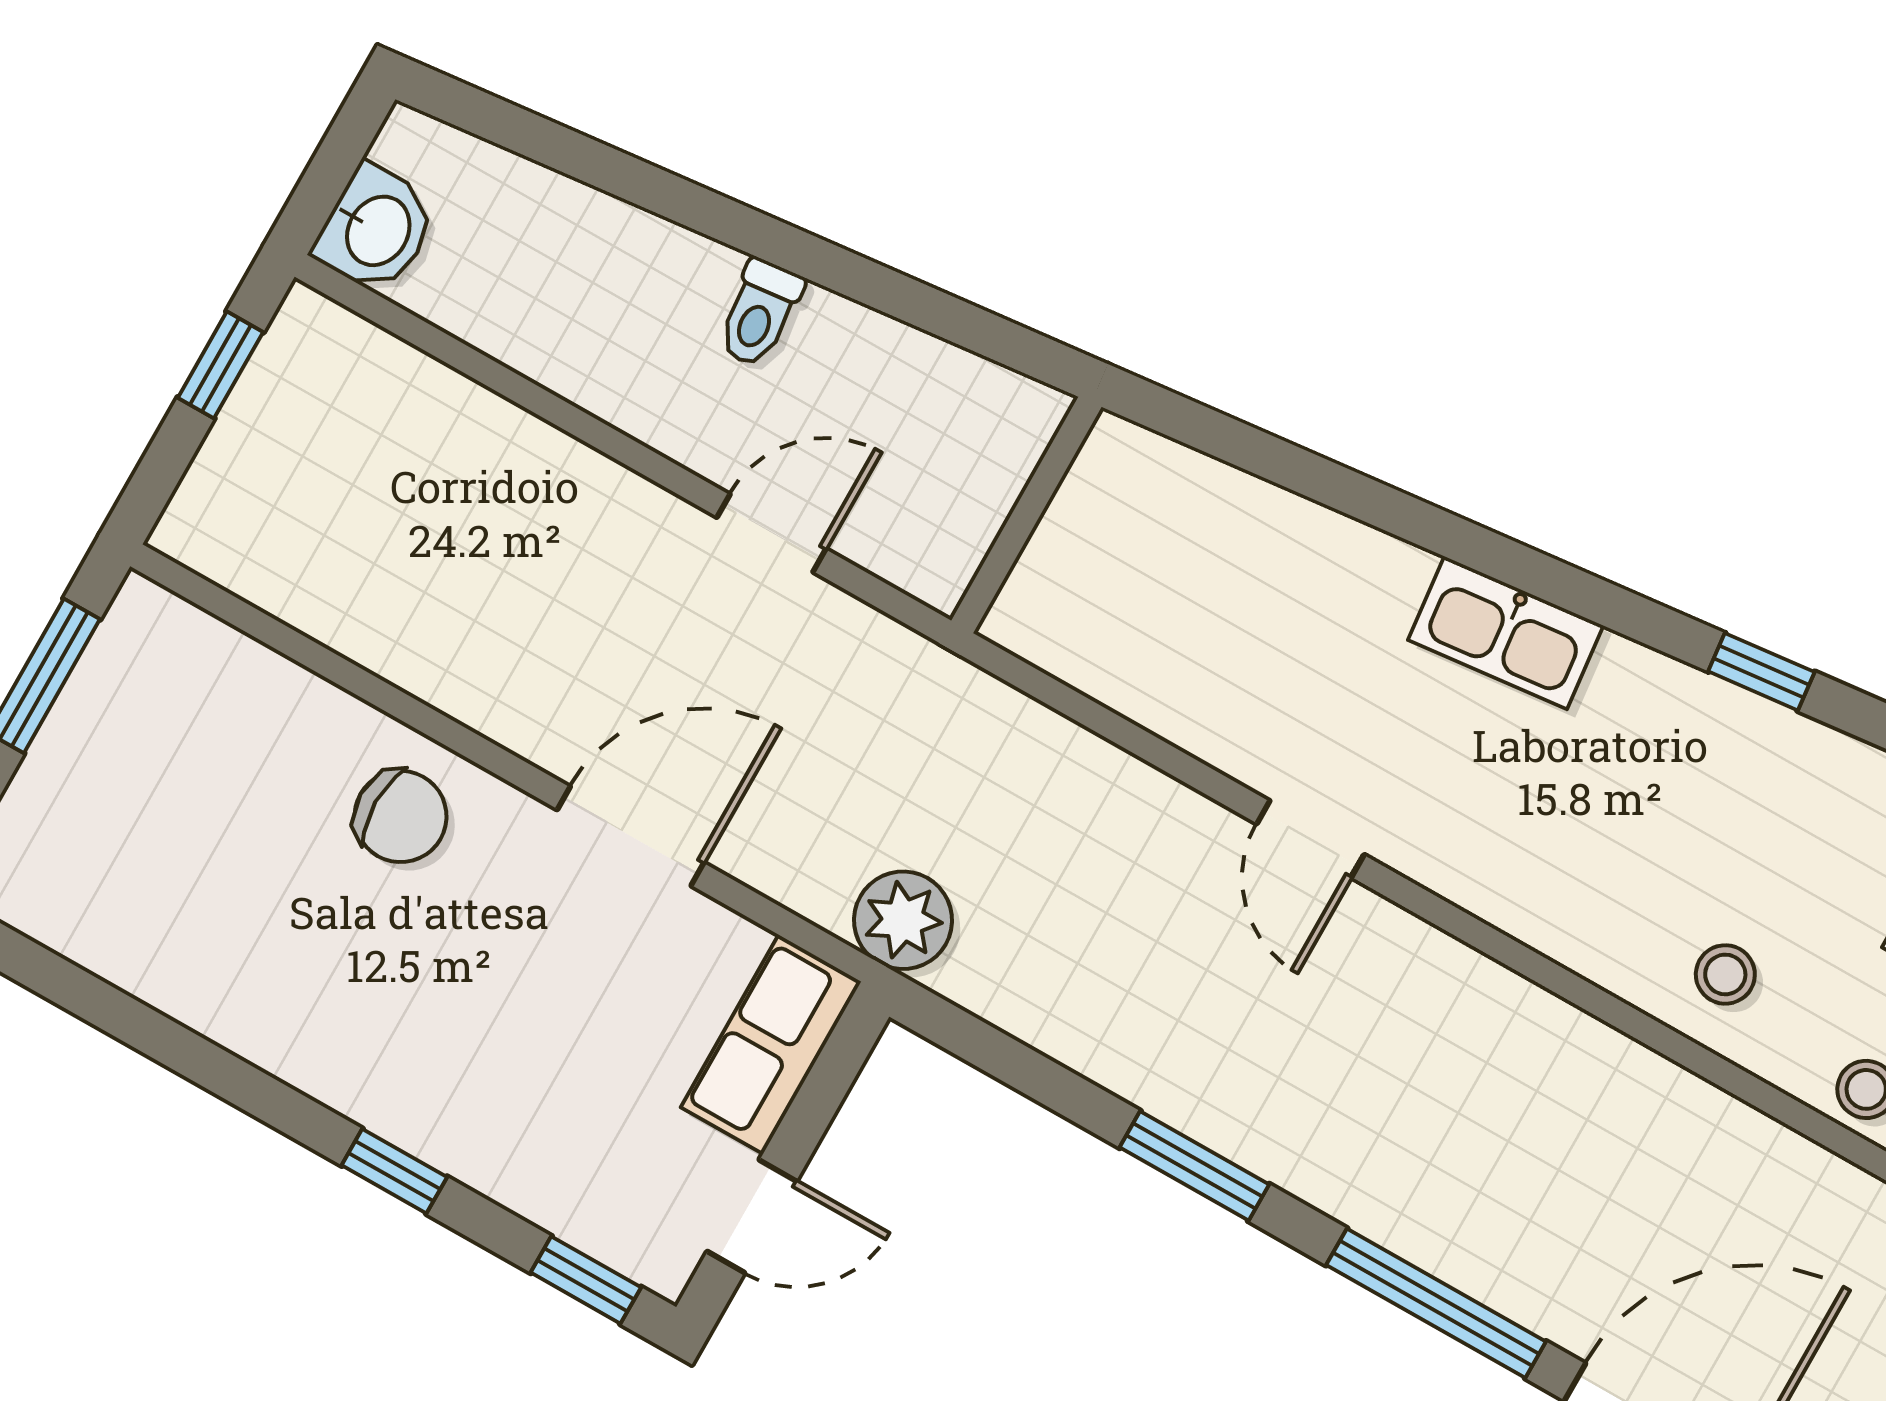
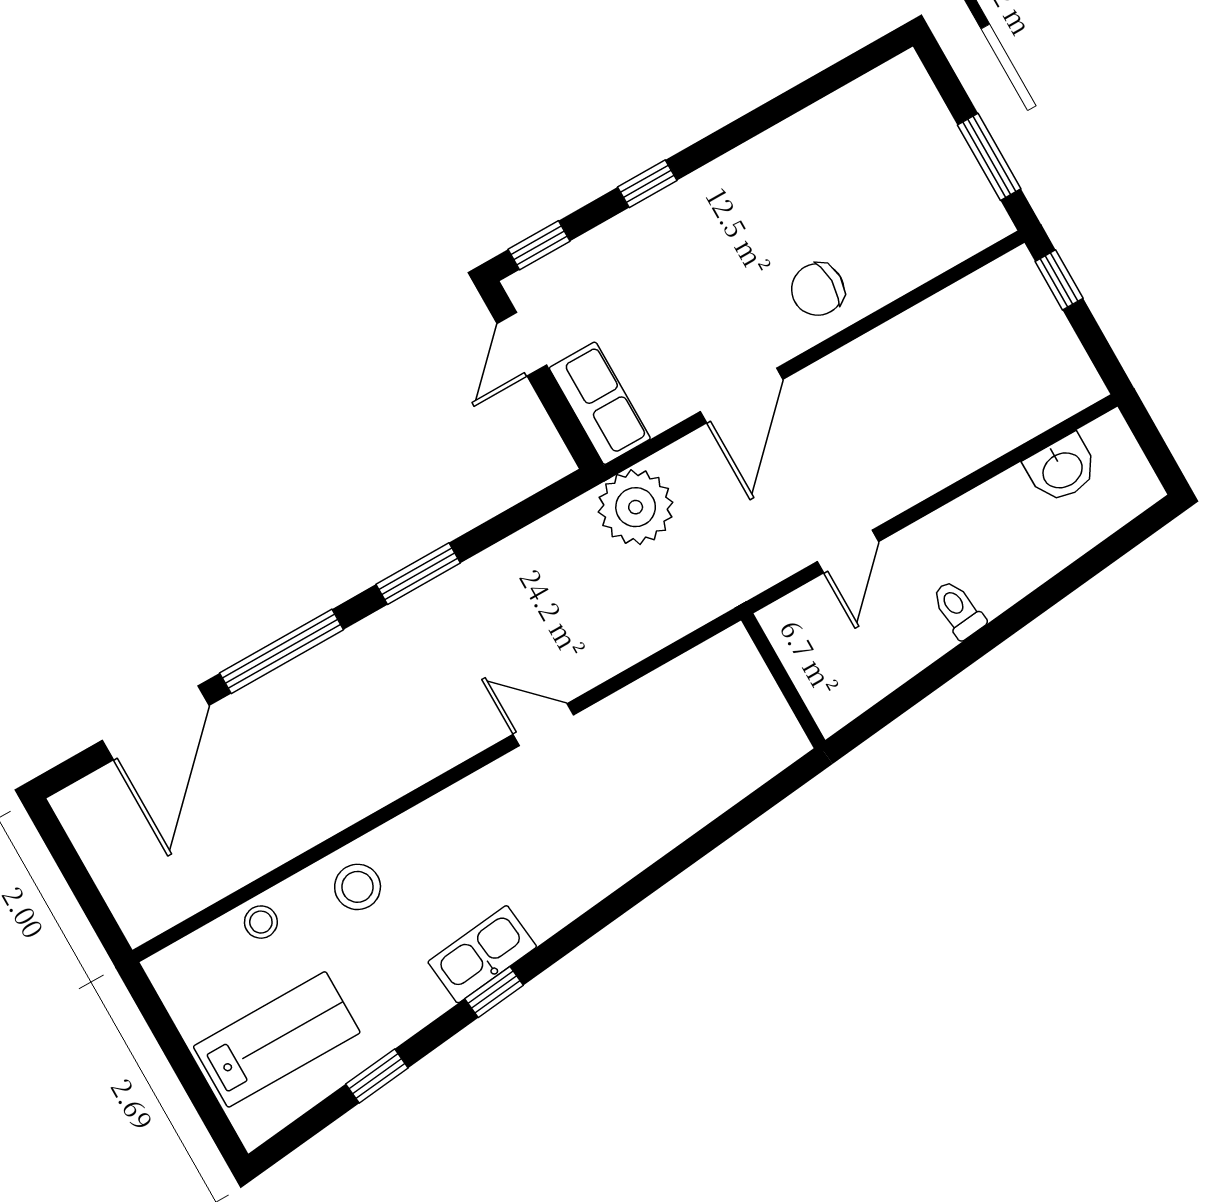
washbasin: (376, 229) -> (1062, 469), moved, turned -90
window: (220, 365) -> (1059, 280), moved
kitchen sink: (1506, 633) -> (482, 954), moved
plant: (903, 920) -> (636, 507), width x1.36, depth x1.36
stool: (1725, 974) -> (358, 887), width x1.37, depth x1.37

